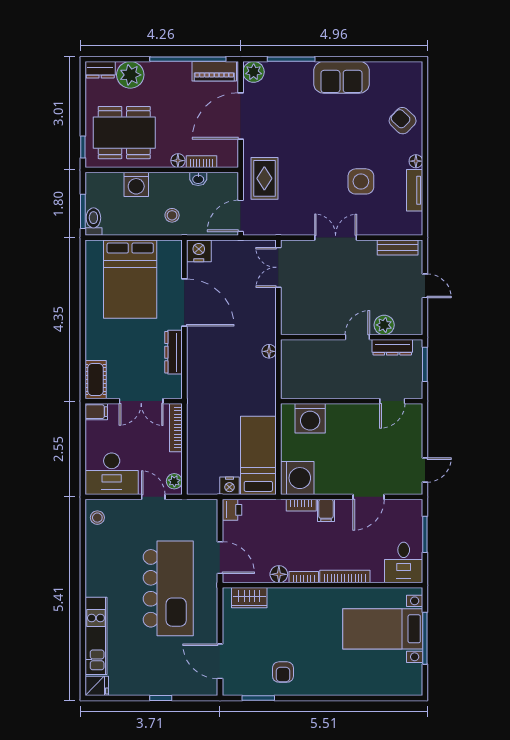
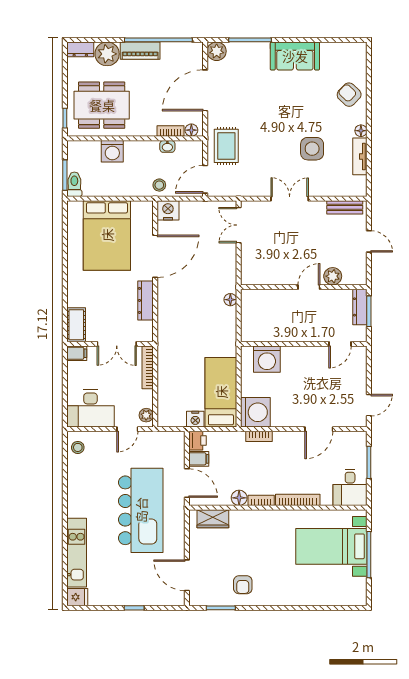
piano: (214, 71) -> (140, 51), moved
floor lamp: (178, 161) -> (191, 130), moved
stool: (172, 215) -> (159, 185), moved
door: (184, 302) -> (155, 256), hinge flipped
dresser: (392, 347) -> (360, 307), moved, turned 90
door: (153, 497) -> (127, 429), swing flipped
filing cabinet: (326, 510) -> (199, 459), moved, turned -90

